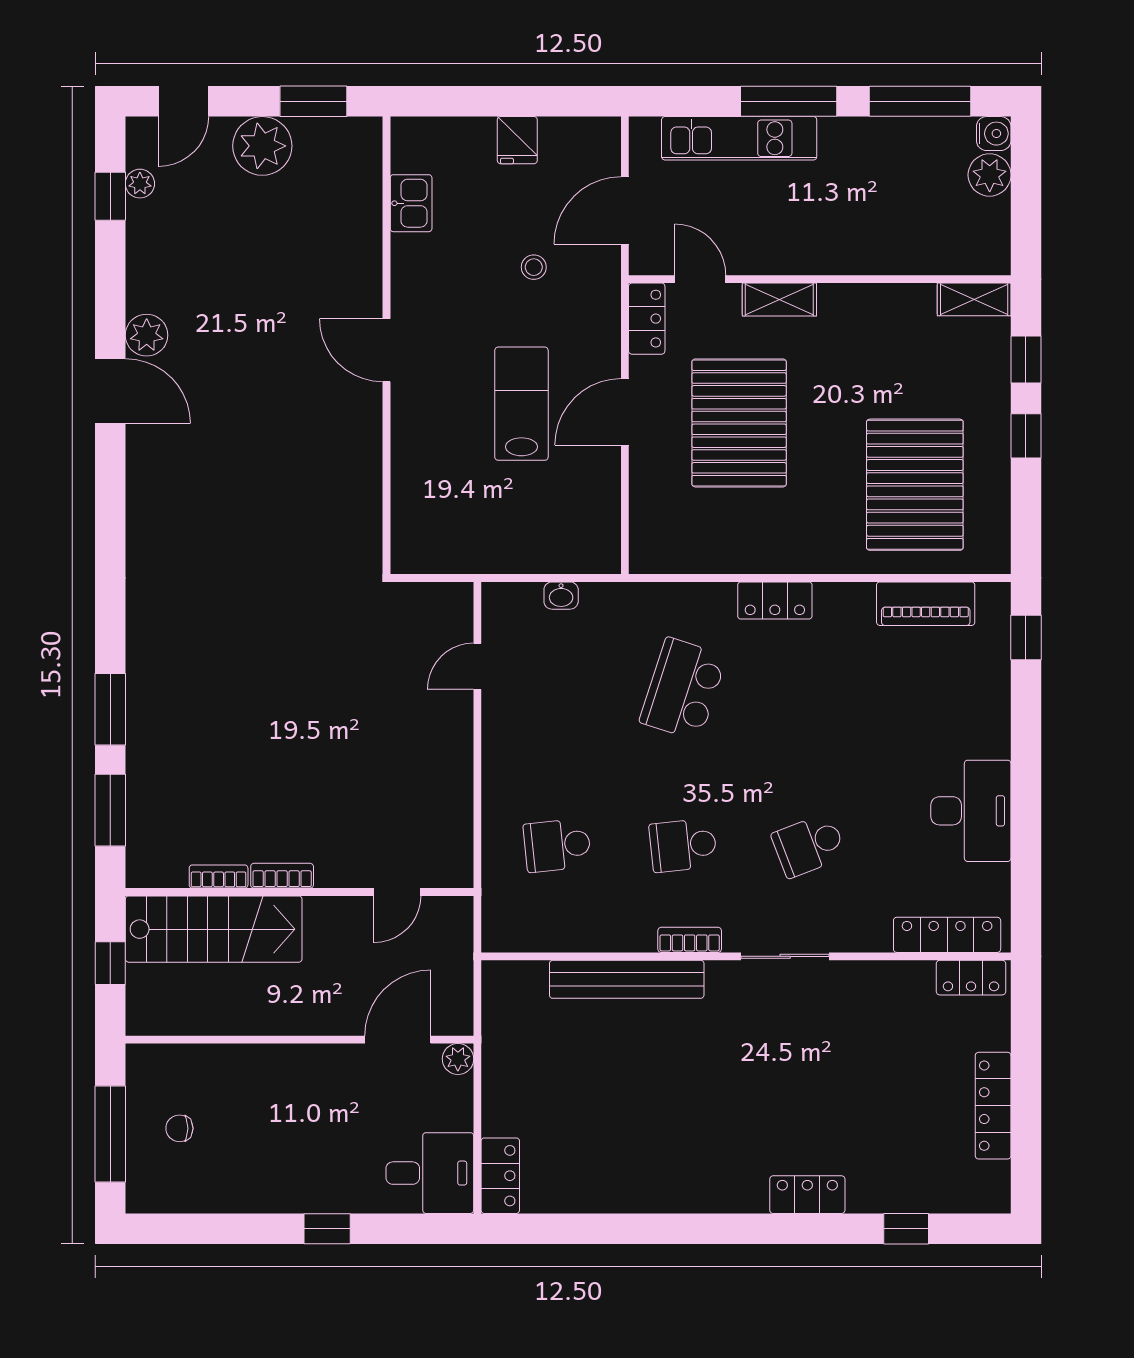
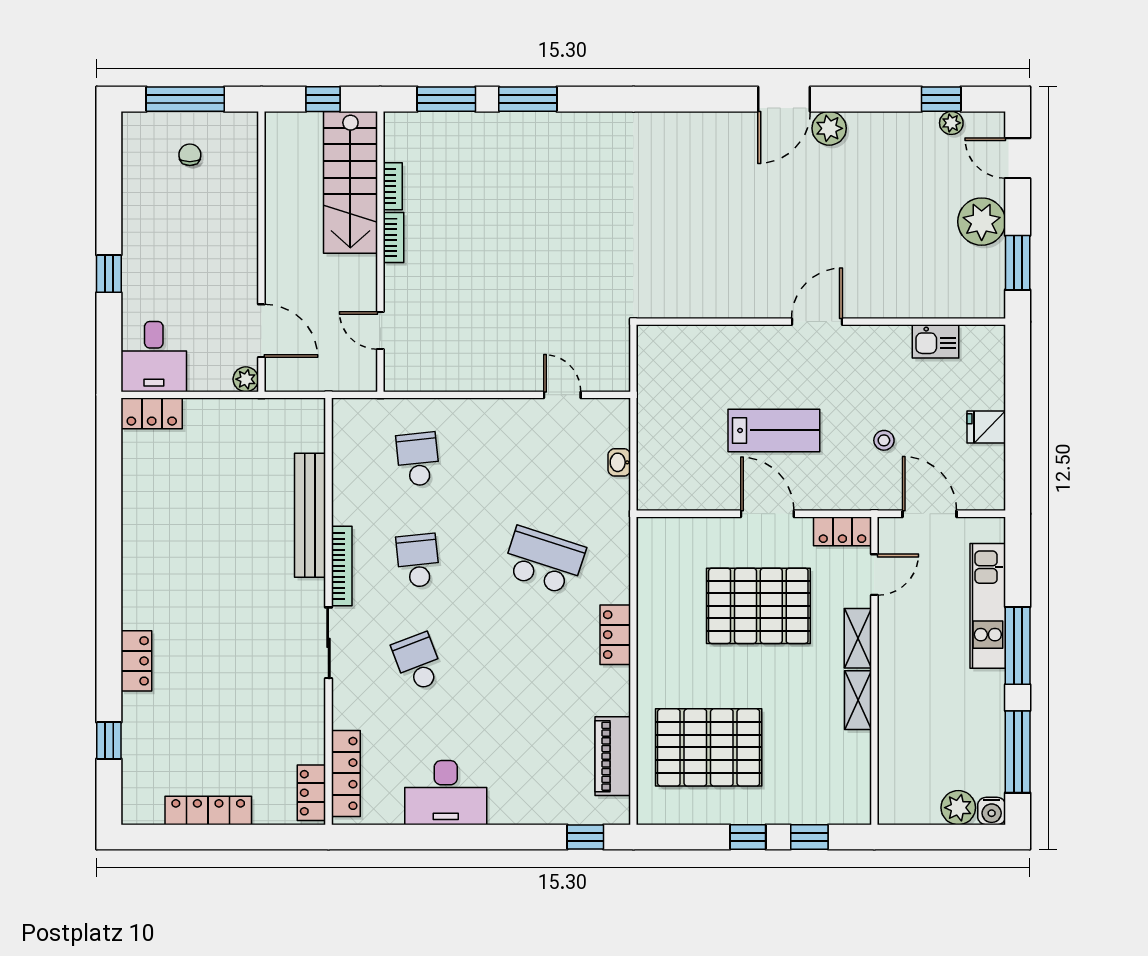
shelving: (974, 299) -> (858, 700), moved
bookcase: (690, 940) -> (342, 566), width x1.56

